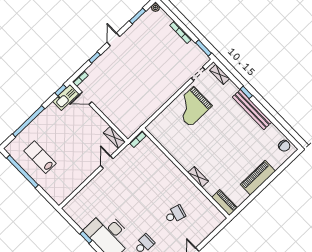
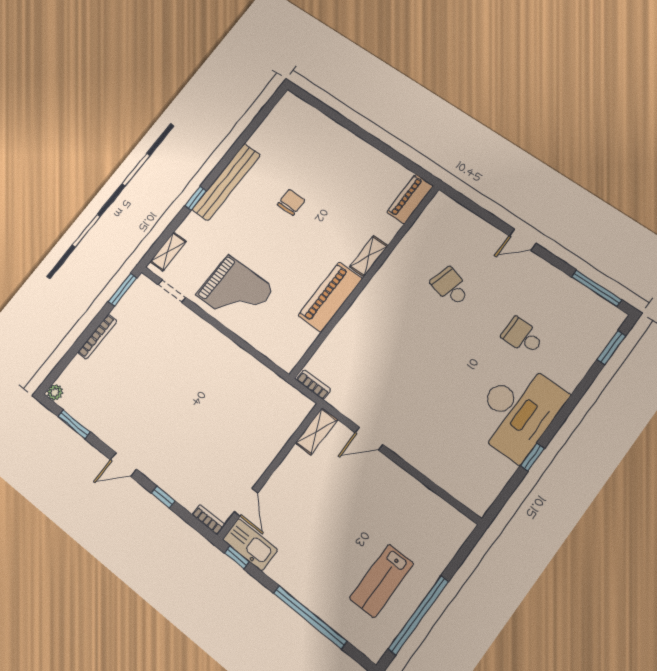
chair: (284, 146) -> (291, 202), moved
piano: (258, 178) -> (330, 297), moved, turned 90

